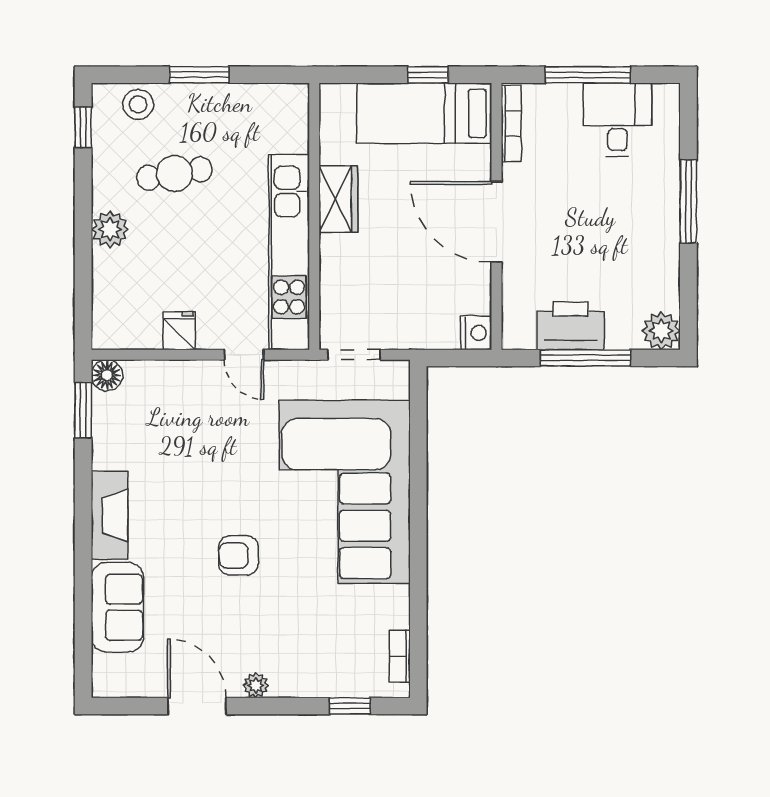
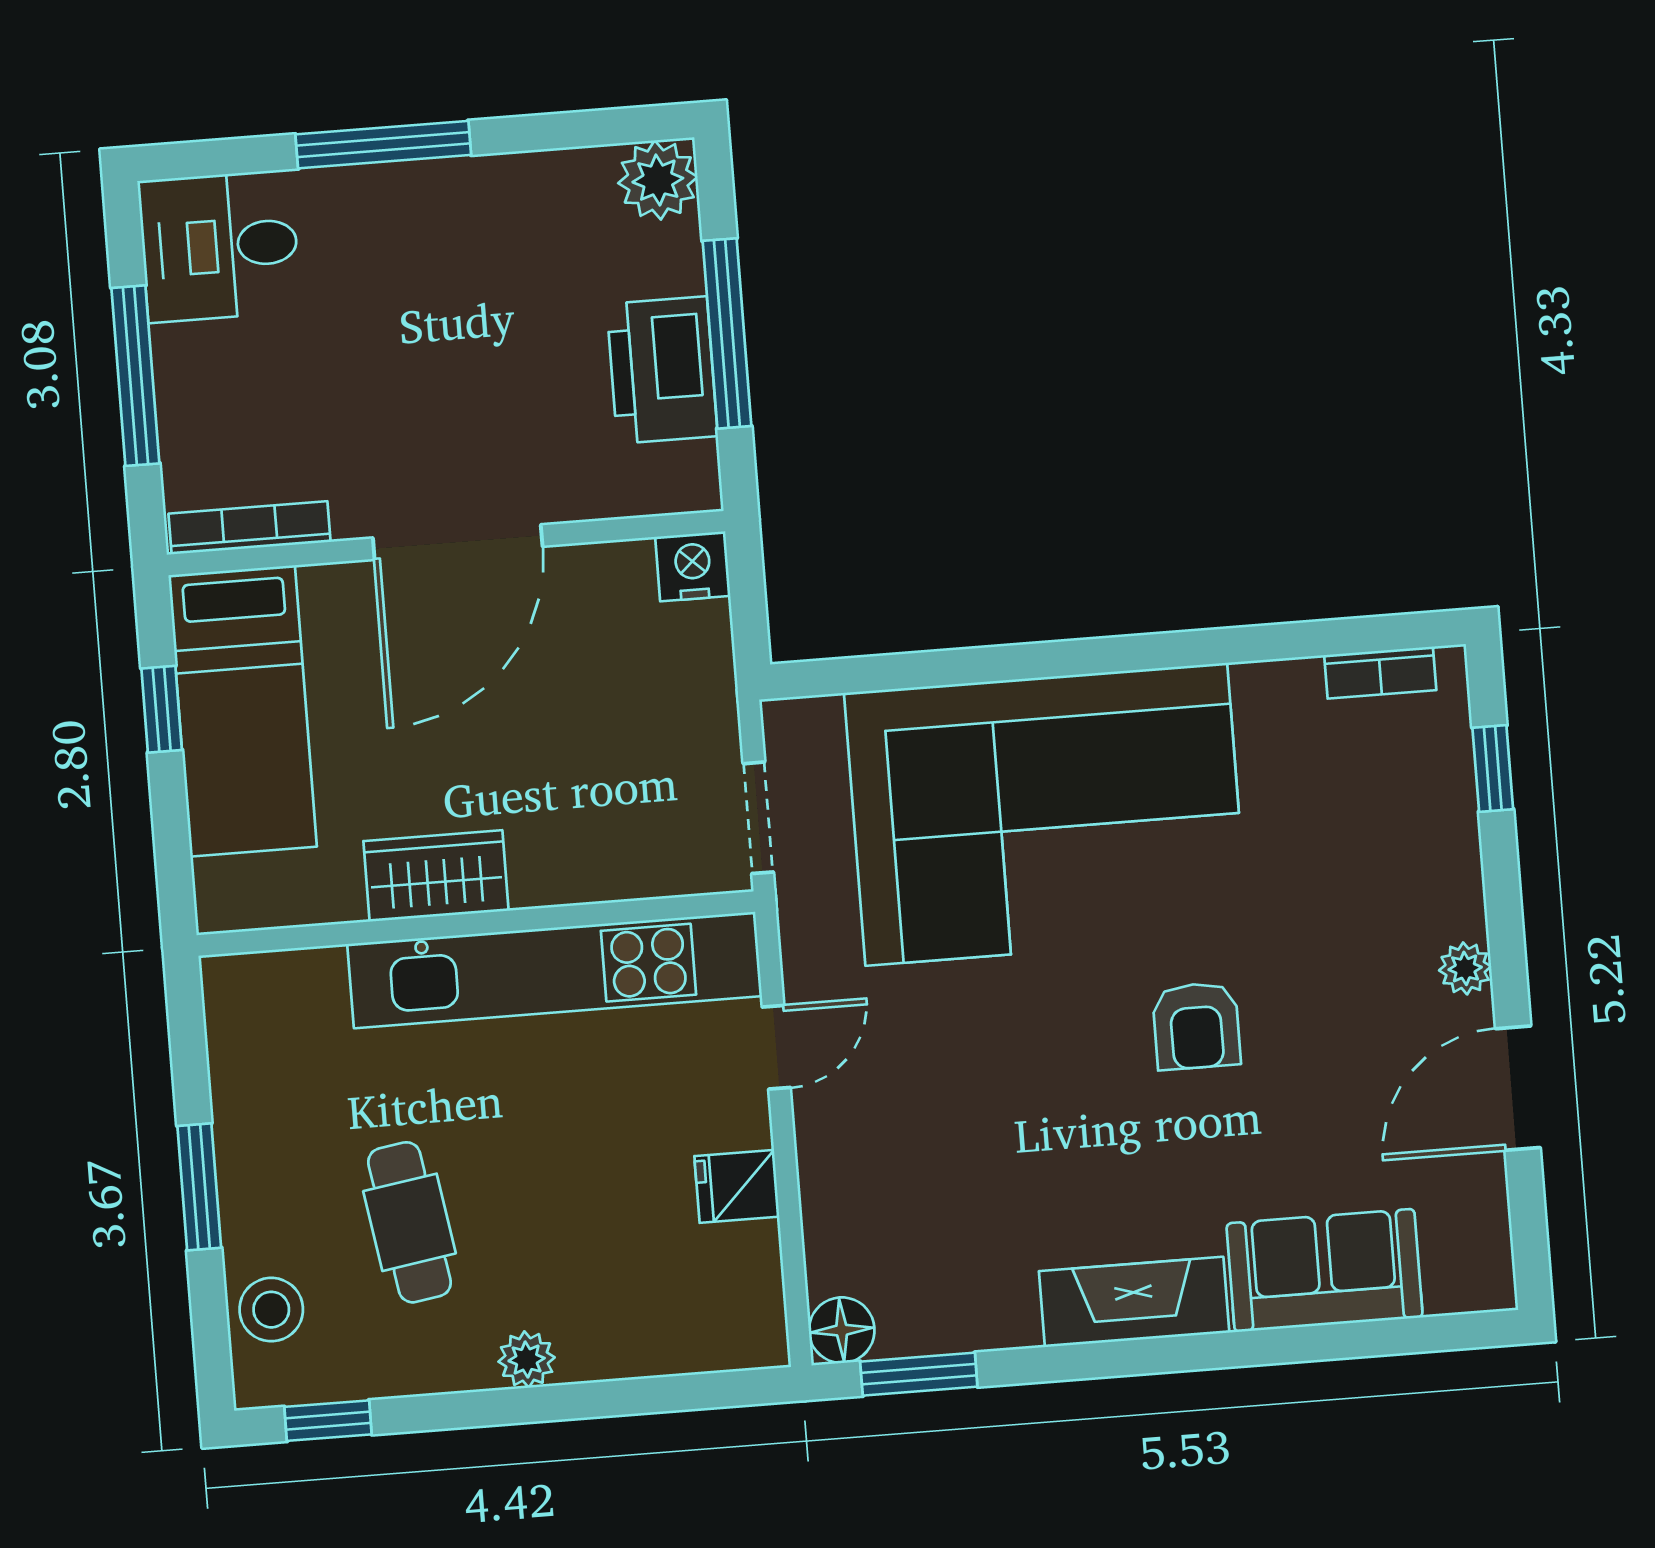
desk: (617, 120) -> (220, 246), moved
plant: (110, 229) -> (527, 1359), width x0.73, depth x0.73

